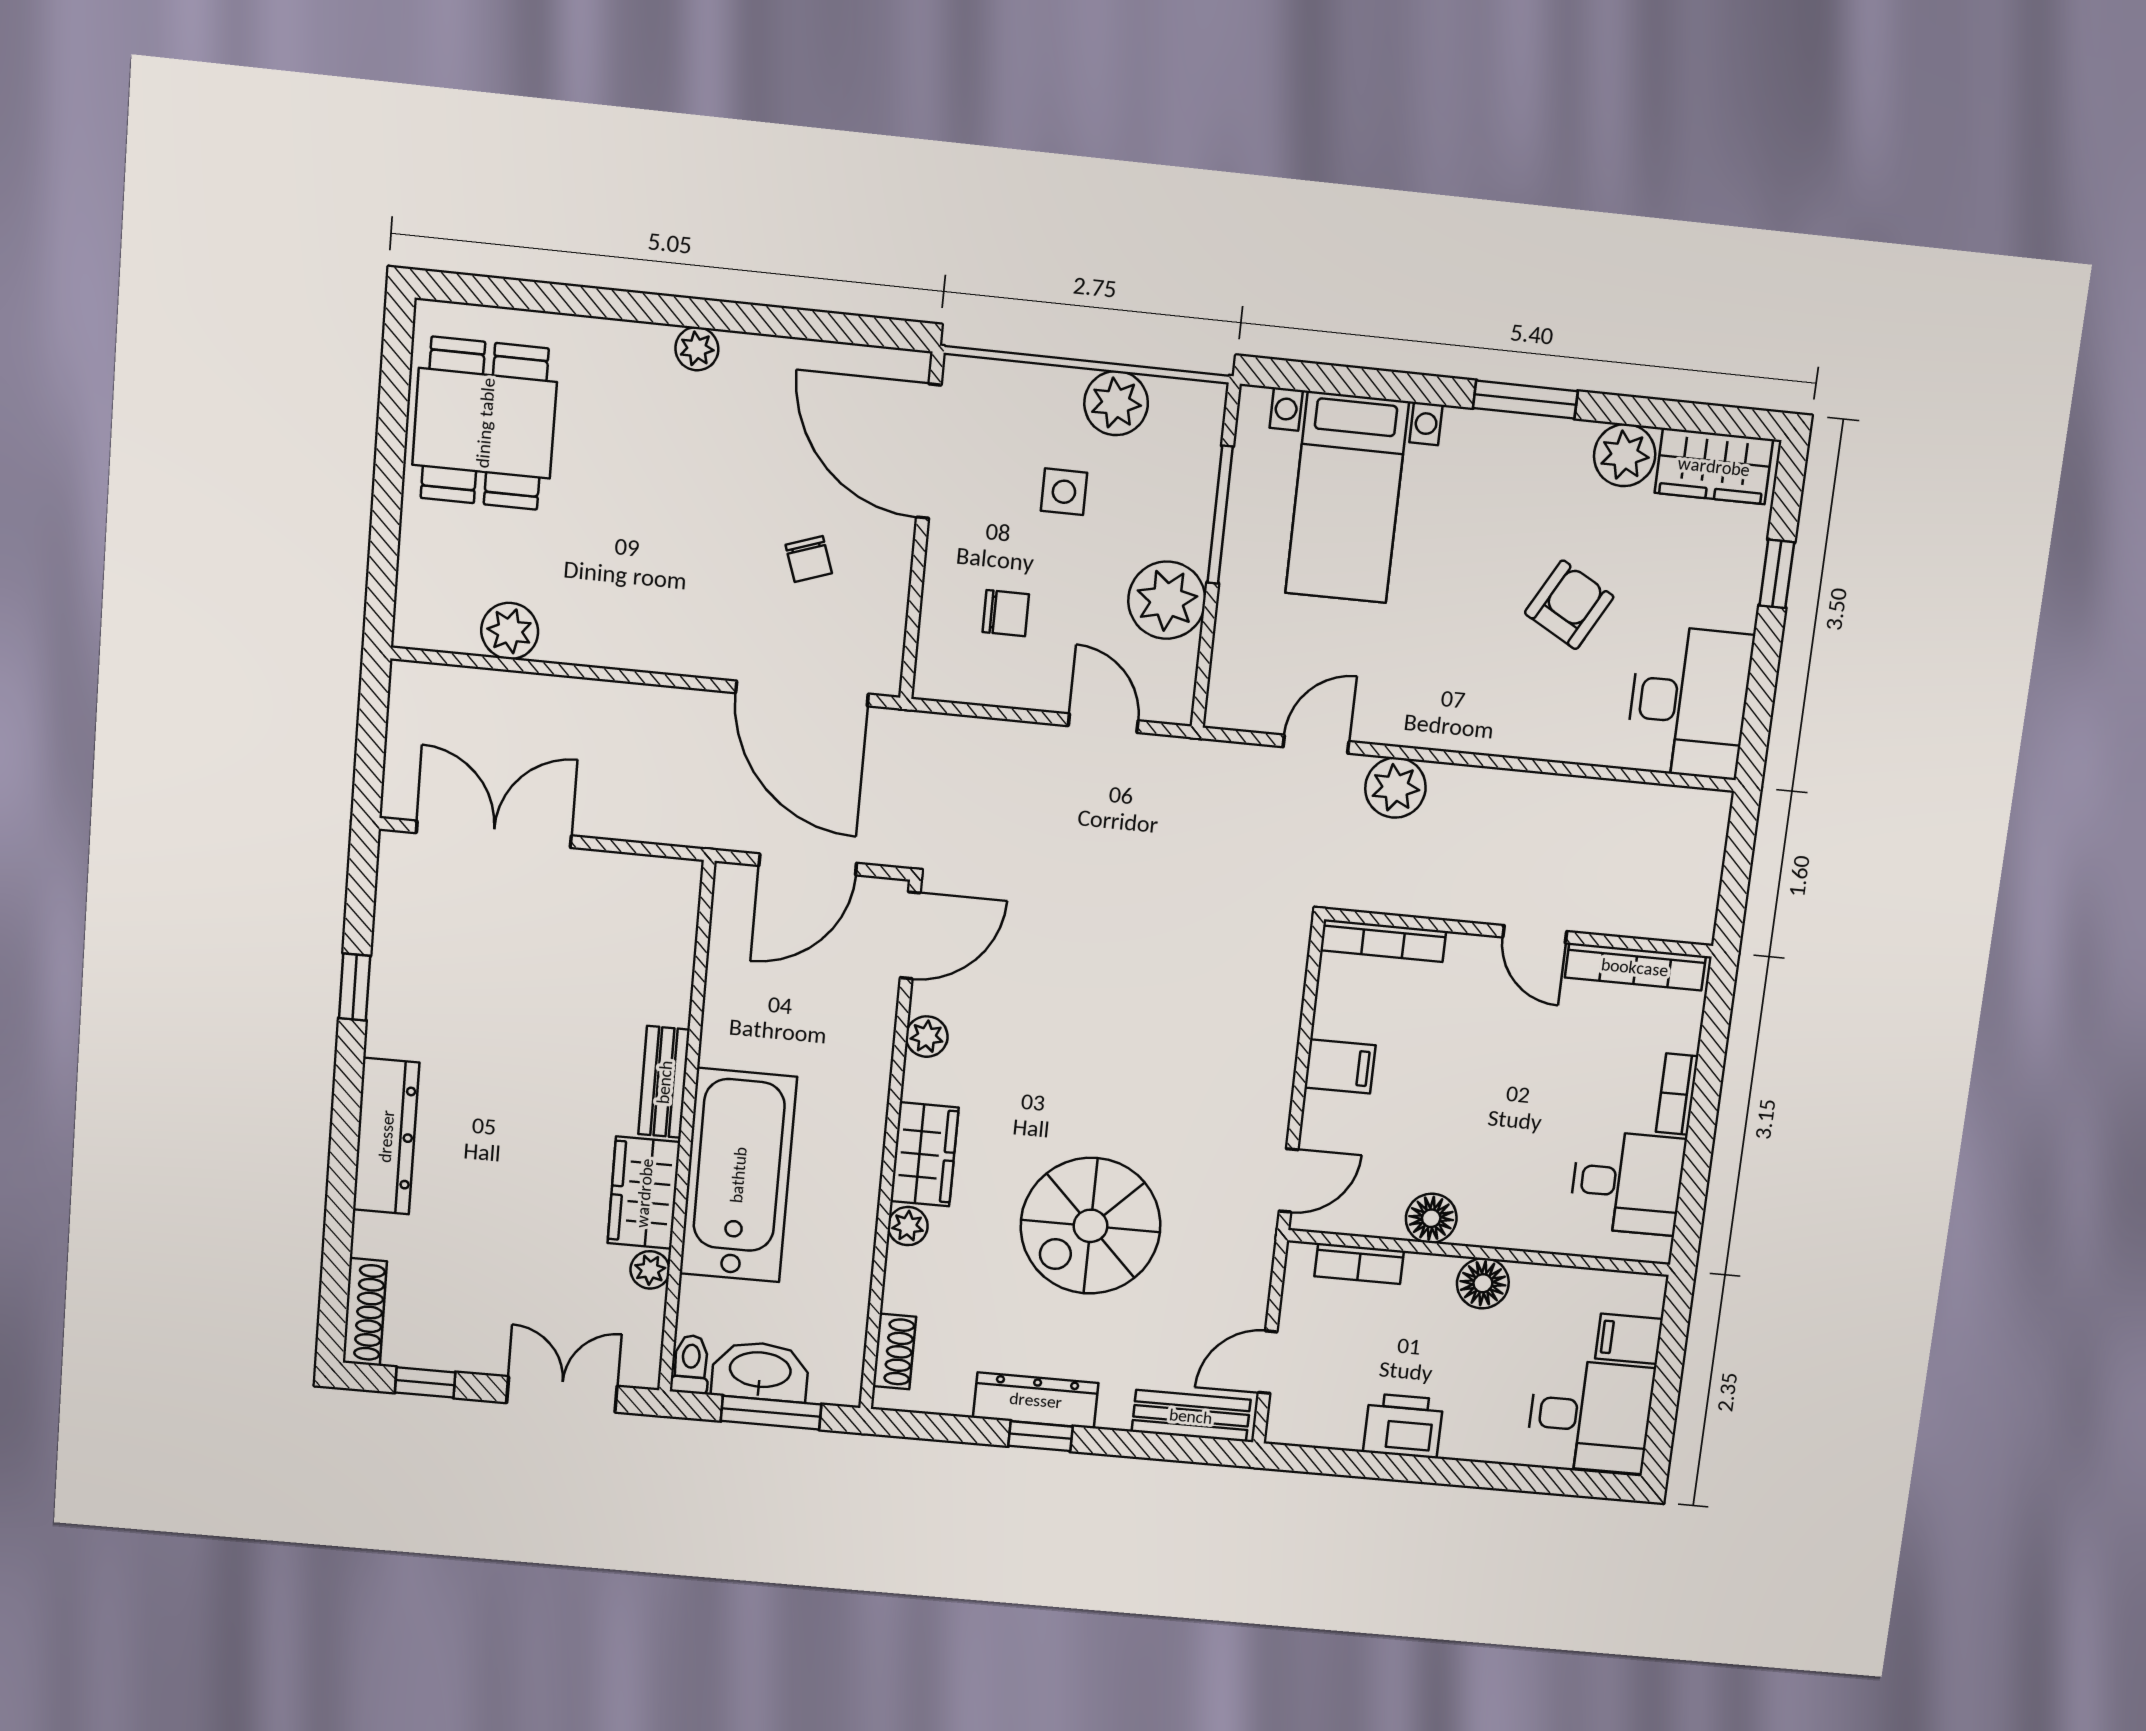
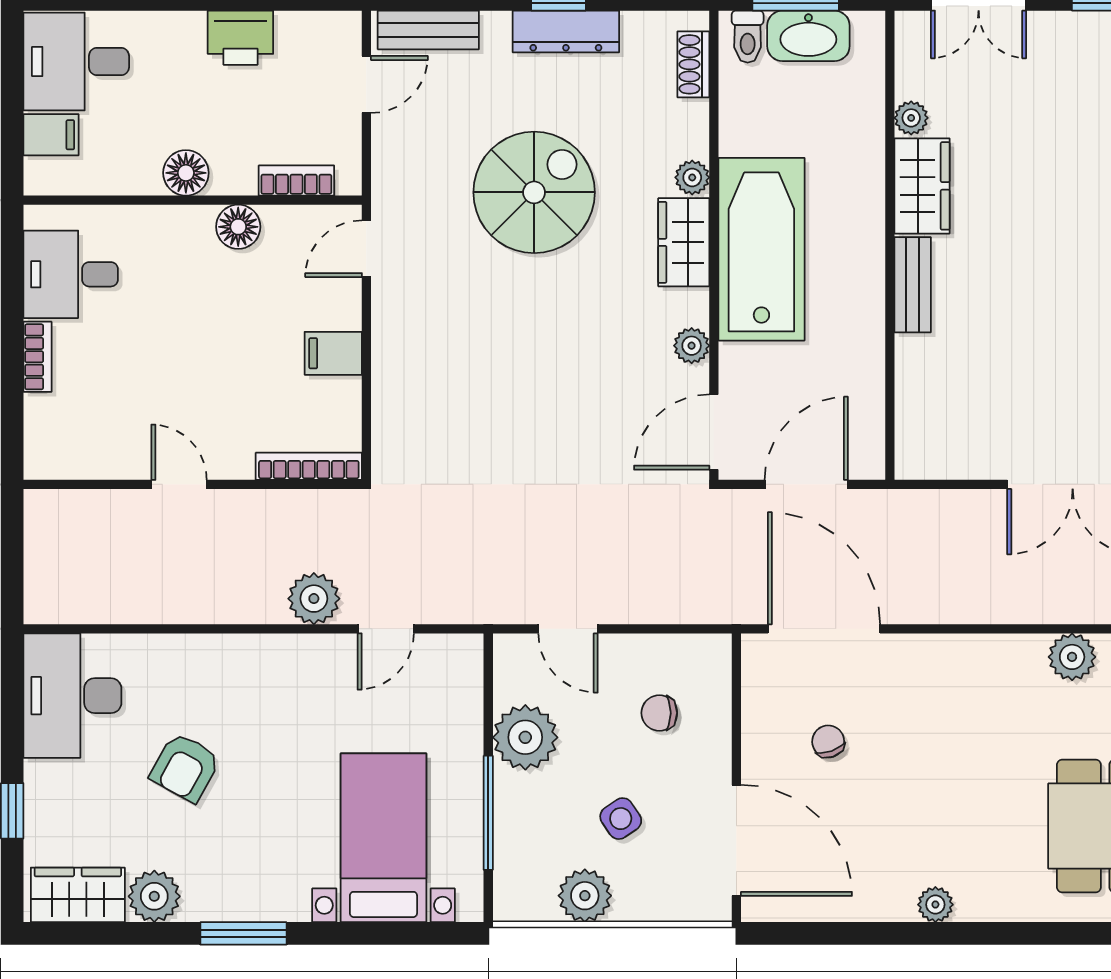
side table: (1064, 492) -> (621, 819), turned -34
bookcase: (1635, 967) -> (88, 465), removed
bathtub: (738, 1175) -> (761, 249), moved, turned 180
toilet: (691, 1364) -> (748, 37), moved

